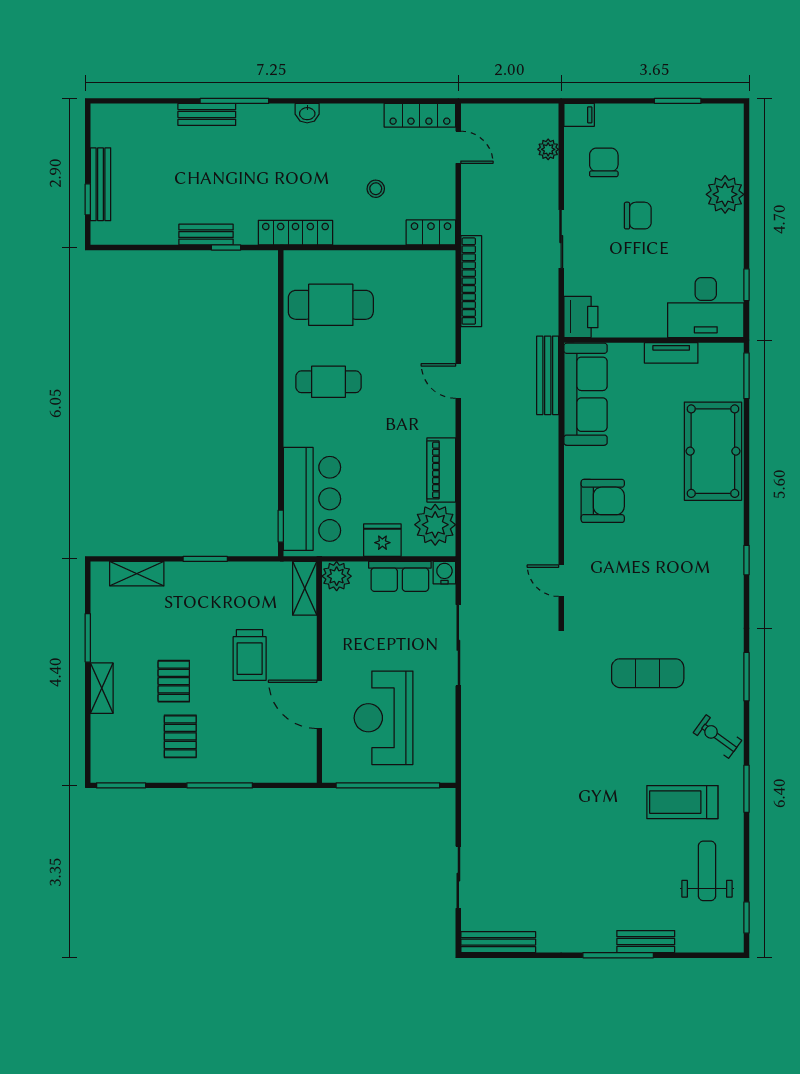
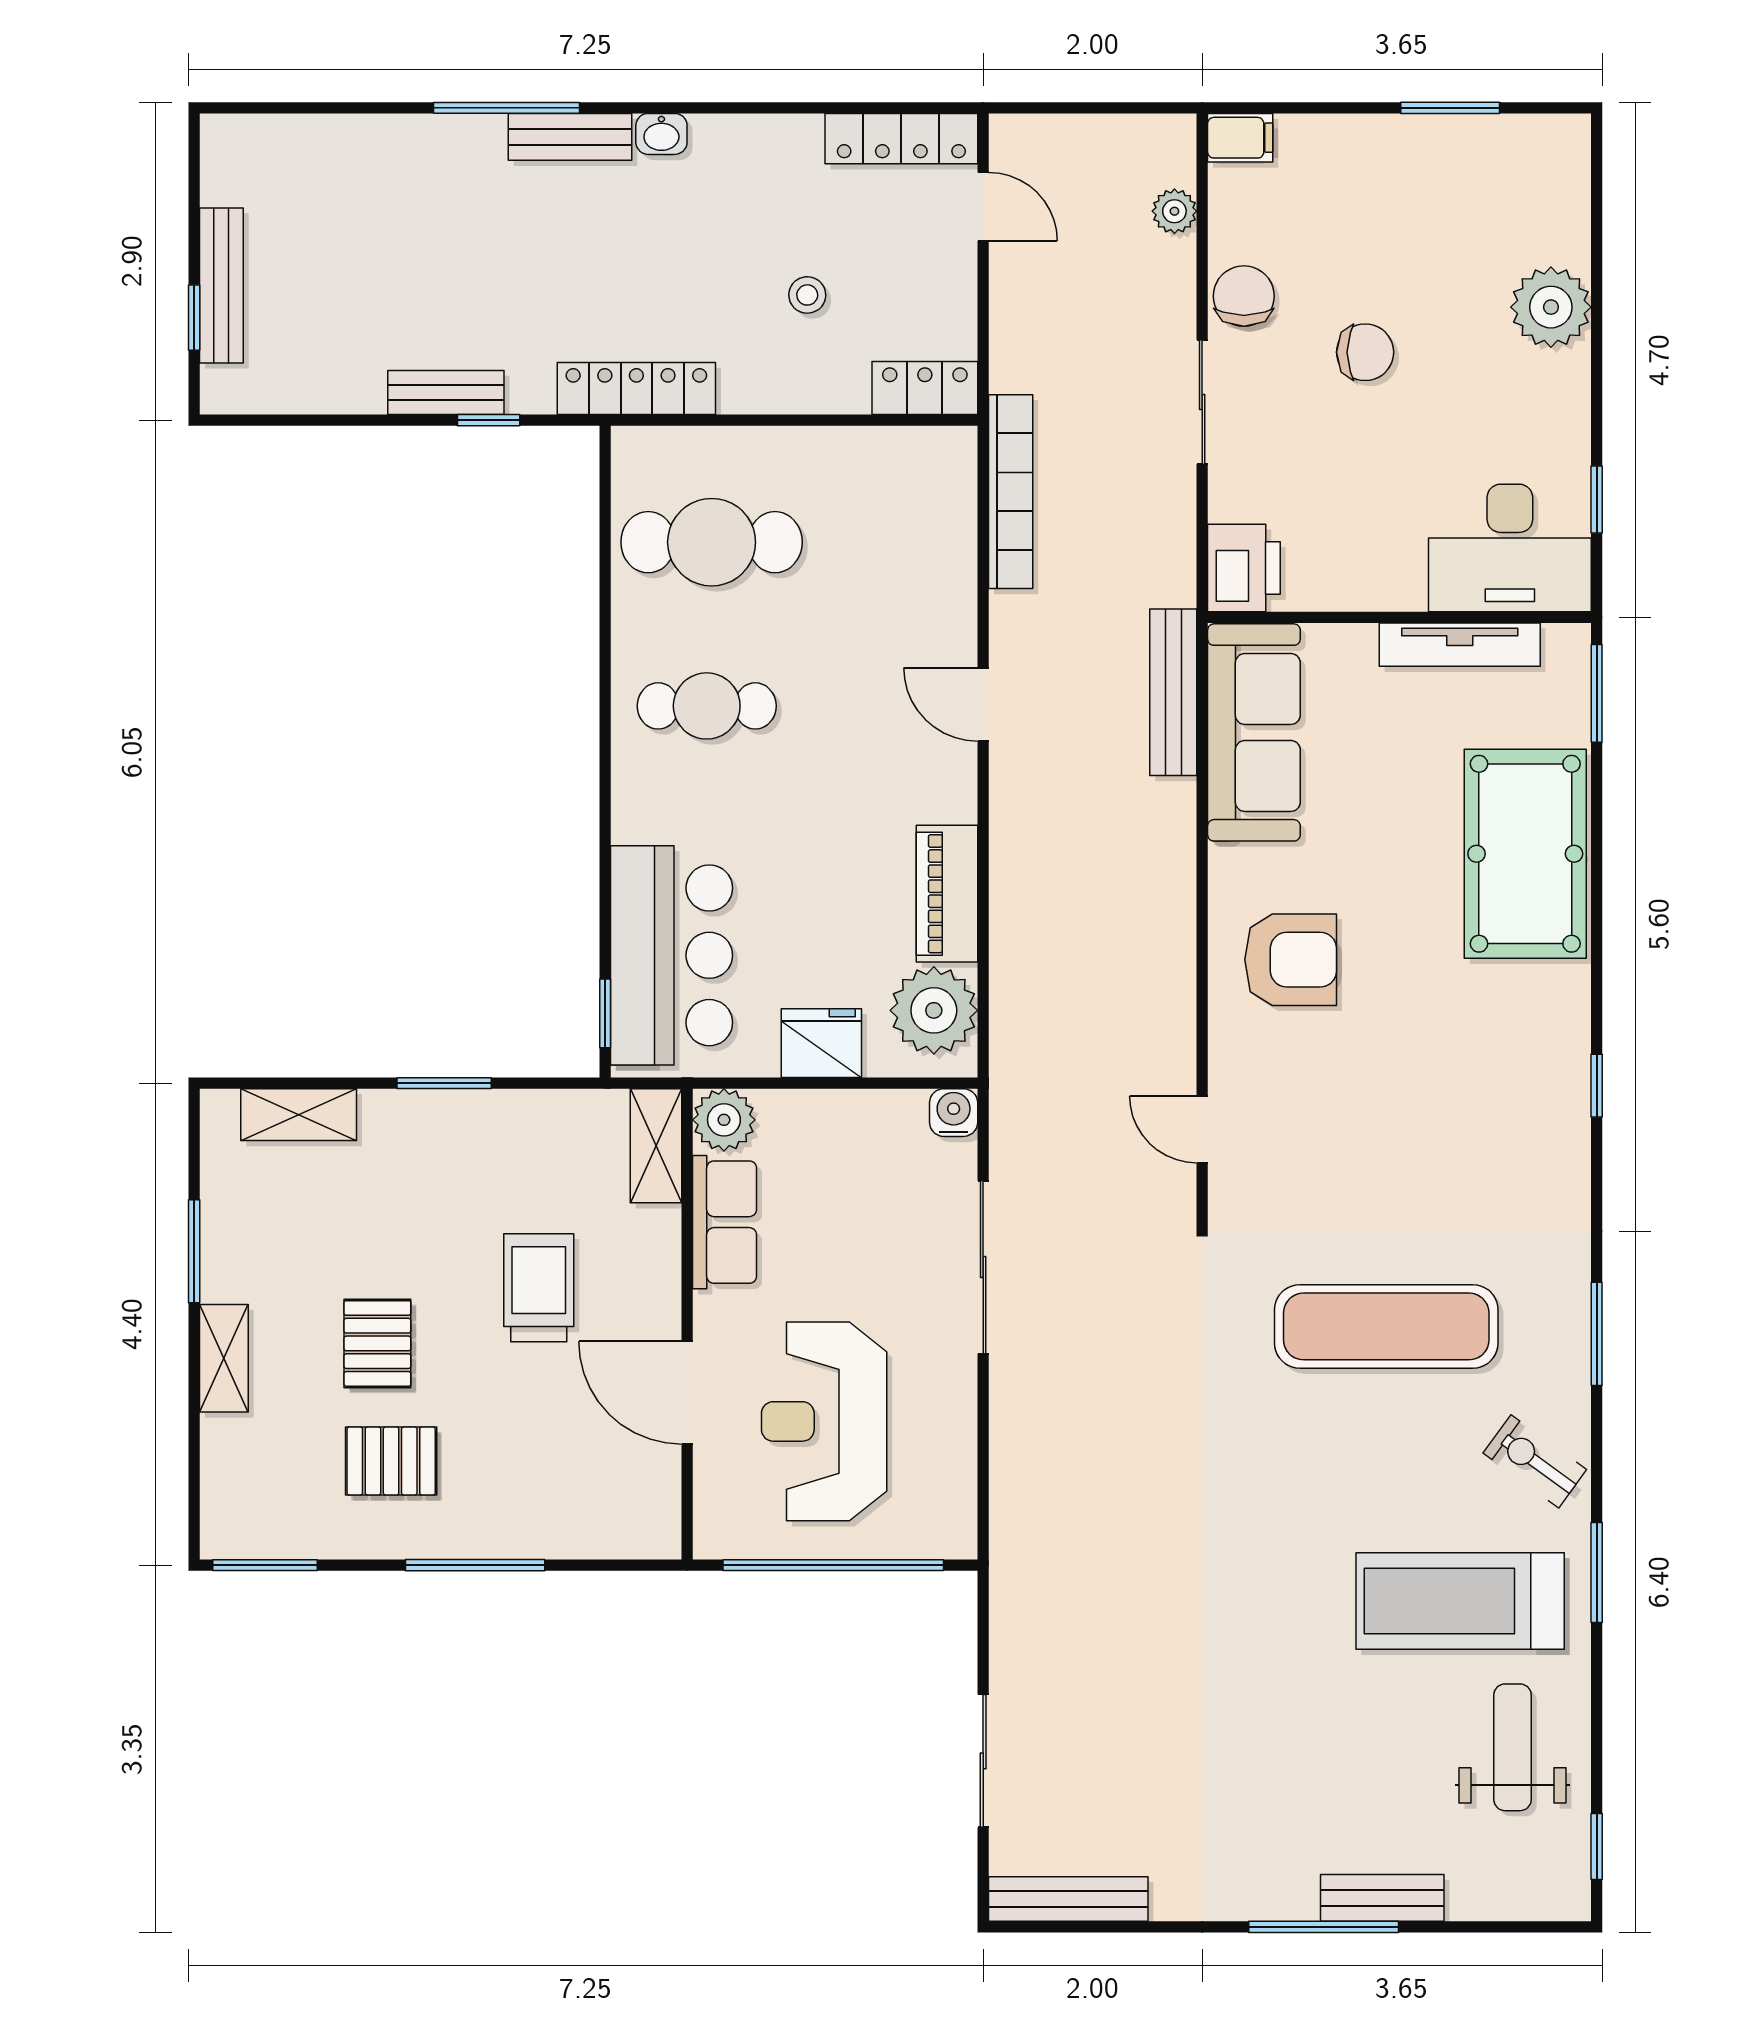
bench: (207, 114) -> (570, 137), moved
chair: (604, 162) -> (1244, 296), moved
tv unit: (671, 353) -> (1460, 645), width x1.41
row of seats: (400, 576) -> (725, 1222), moved, turned -90
trolley: (250, 655) -> (539, 1288), turned 180
exercise mat: (648, 673) -> (1386, 1326), width x1.36, depth x1.45
pallet: (180, 736) -> (391, 1461), turned 90
treadmill: (682, 802) -> (1460, 1601), width x1.37, depth x1.38

